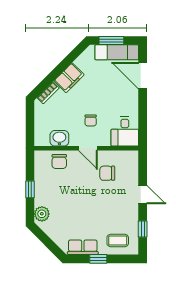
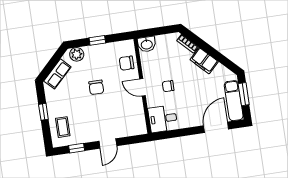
washbasin: (59, 138) -> (147, 44), moved, turned 90
door: (88, 148) -> (143, 87), hinge flipped
chair: (107, 173) -> (96, 87), moved, turned 180
row of seats: (83, 247) -> (57, 74), moved, turned 45

